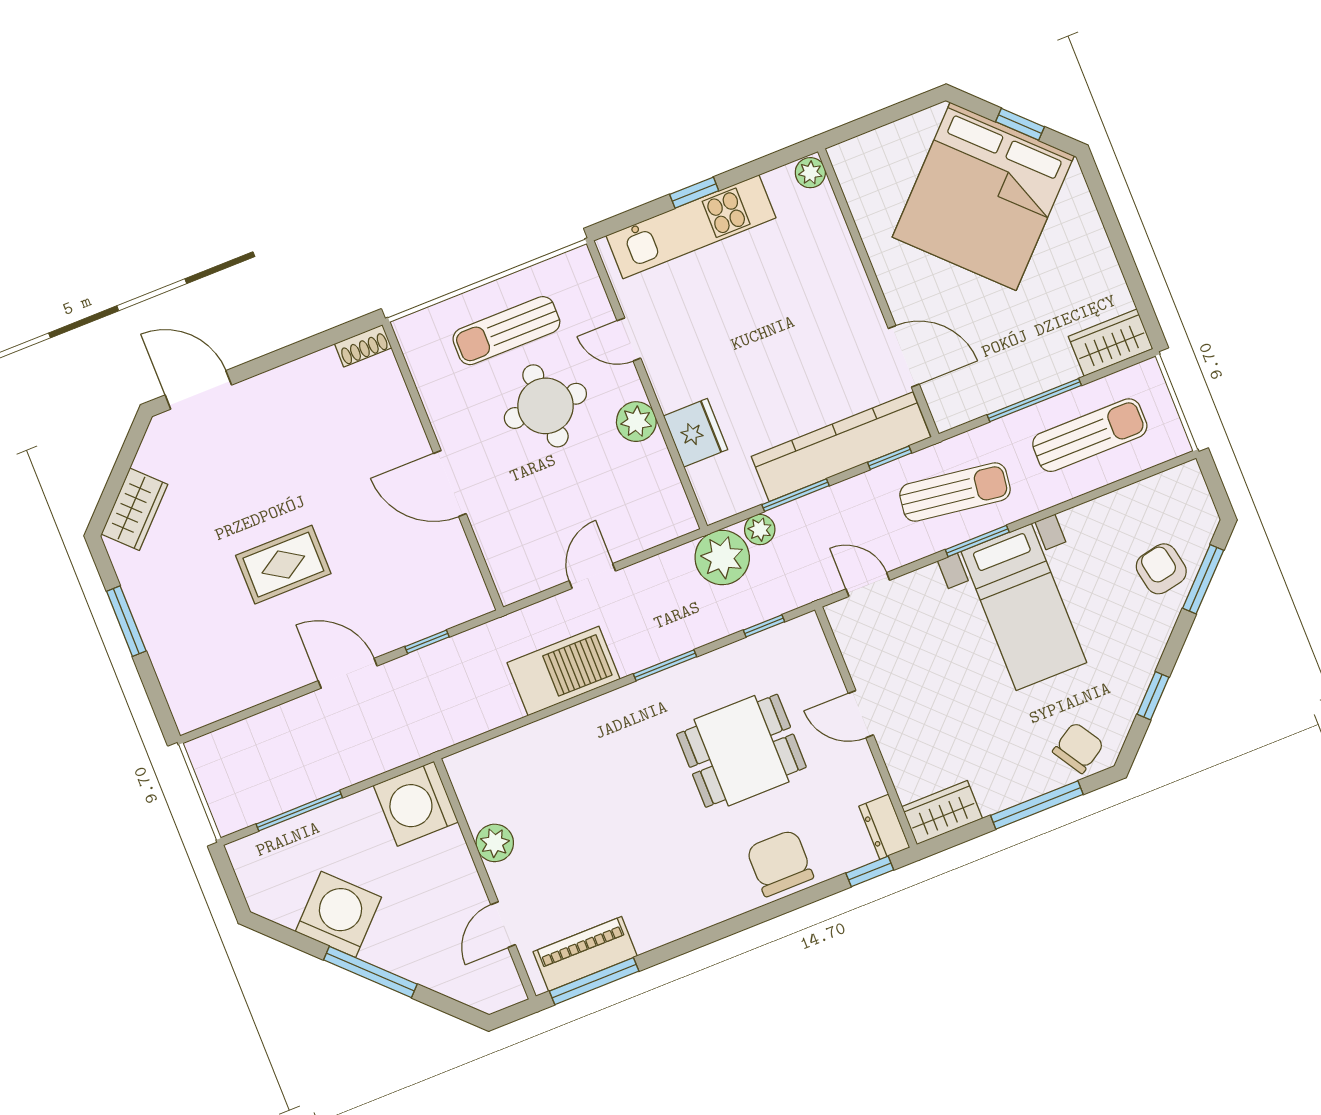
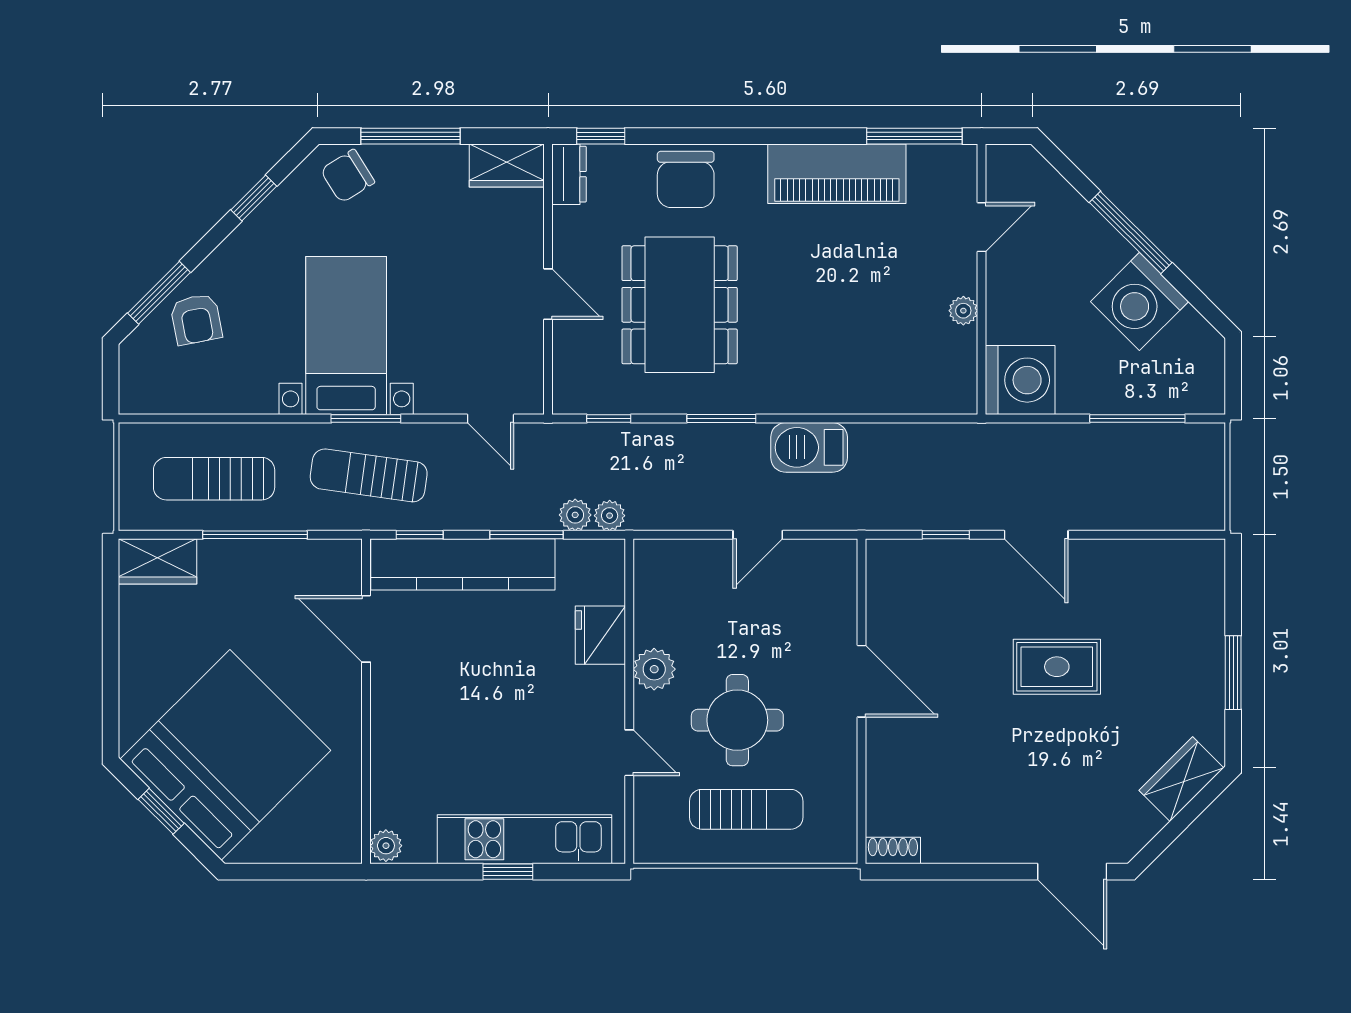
plant: (722, 557) -> (610, 516), width x0.53, depth x0.53
barbecue: (564, 671) -> (809, 447), width x0.73, depth x0.83
dining table: (741, 751) -> (680, 305), width x1.38
plant: (495, 843) -> (963, 311), width x0.73, depth x0.73
piano: (585, 954) -> (837, 174), moved, width x1.37, depth x1.33

